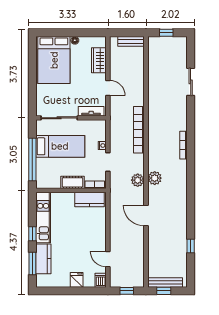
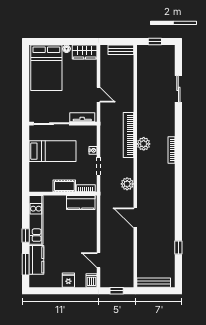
wardrobe: (99, 60) -> (85, 52), moved, turned -90
window: (32, 159) -> (26, 164), removed
plant: (155, 178) -> (144, 144), moved
window: (164, 291) -> (152, 291), removed

